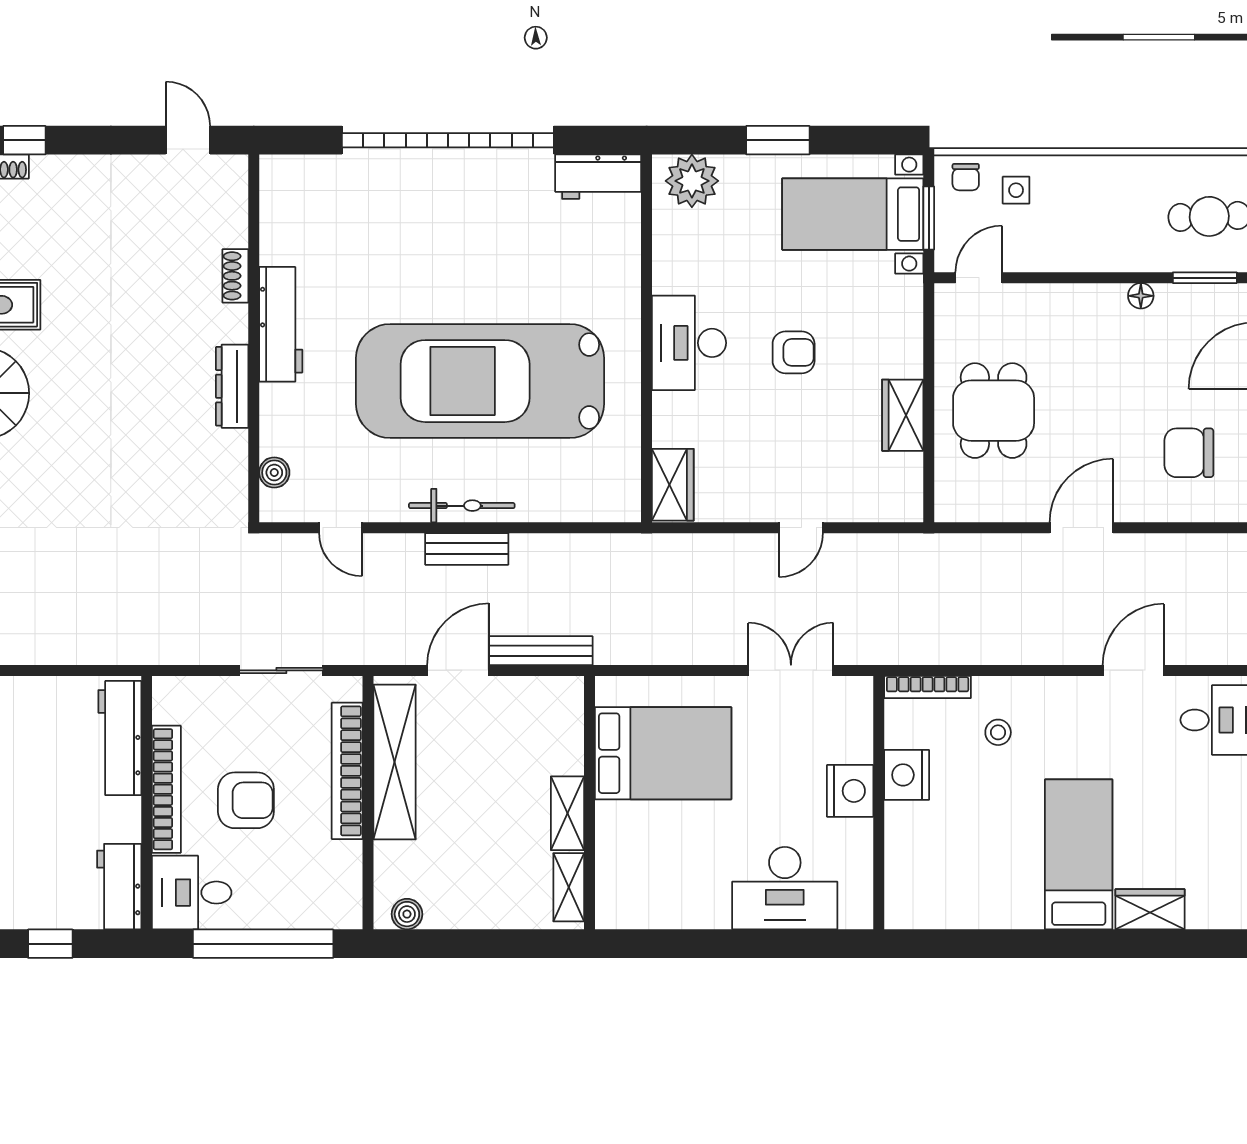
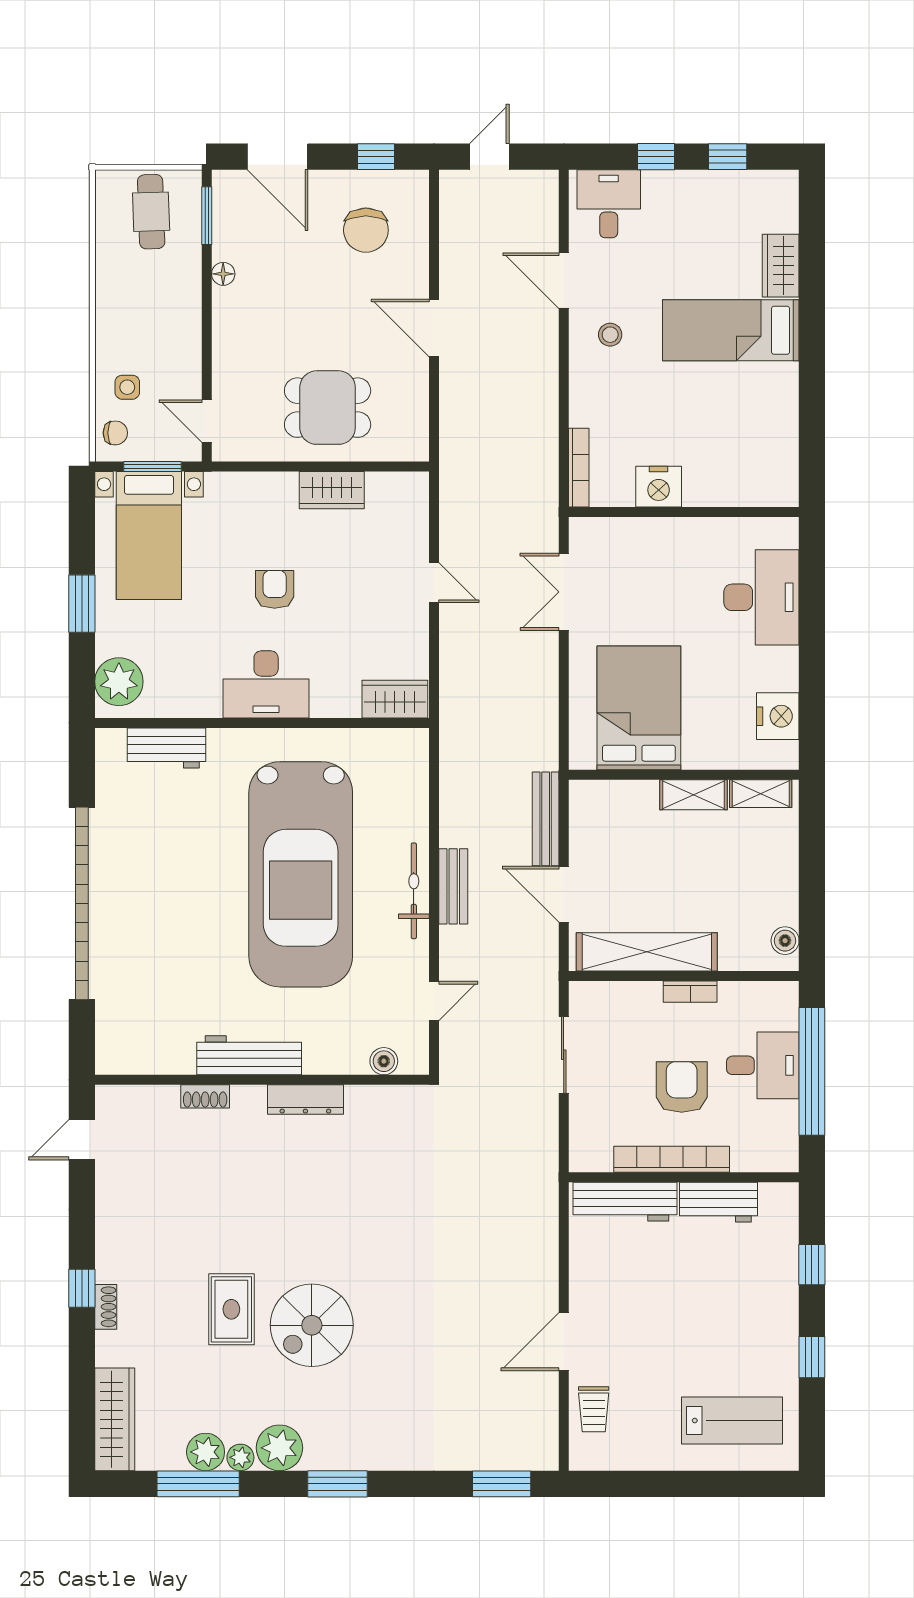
workbench: (598, 177) -> (166, 748), moved, turned 90
stool: (998, 732) -> (610, 335), moved
bookcase: (347, 771) -> (690, 992), width x0.43, depth x0.76
nightstand: (850, 791) -> (778, 716), moved, turned 90
workbench: (119, 887) -> (718, 1202), moved
desk: (192, 893) -> (763, 1065), moved, turned -90

